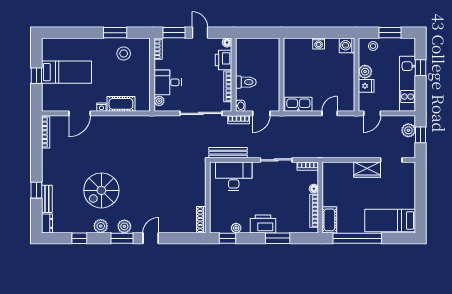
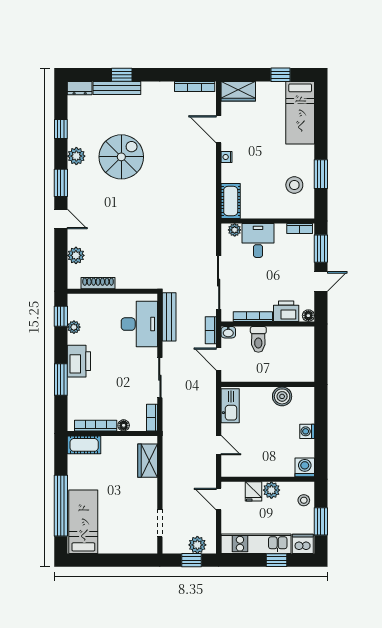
dishwasher: (408, 47) -> (303, 544), added
boiler: (291, 63) -> (282, 396), added
bed: (66, 72) -> (300, 113), moved
window: (36, 76) -> (280, 75), moved
wardrobe: (49, 98) -> (238, 91), added
cot: (121, 104) -> (231, 201), moved
wardrobe: (367, 170) -> (148, 461), moved
spiral stairs: (101, 190) -> (121, 157), turned 90
bench: (47, 199) -> (117, 88), width x1.36
shoe rack: (201, 220) -> (98, 283), moved
plant: (124, 226) -> (76, 255), moved
window: (357, 238) -> (61, 506), moved

